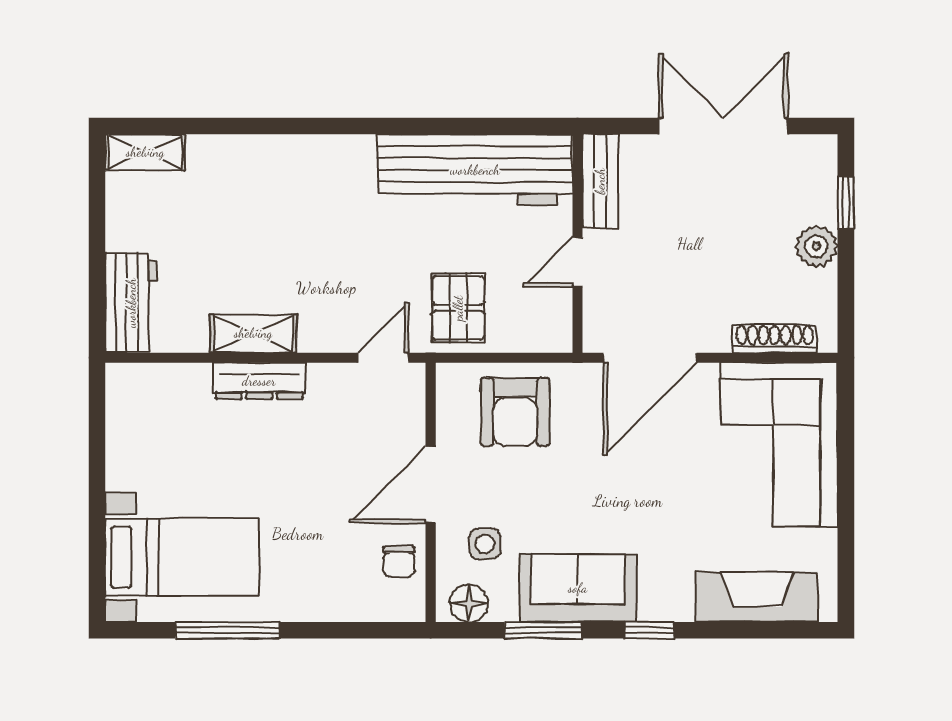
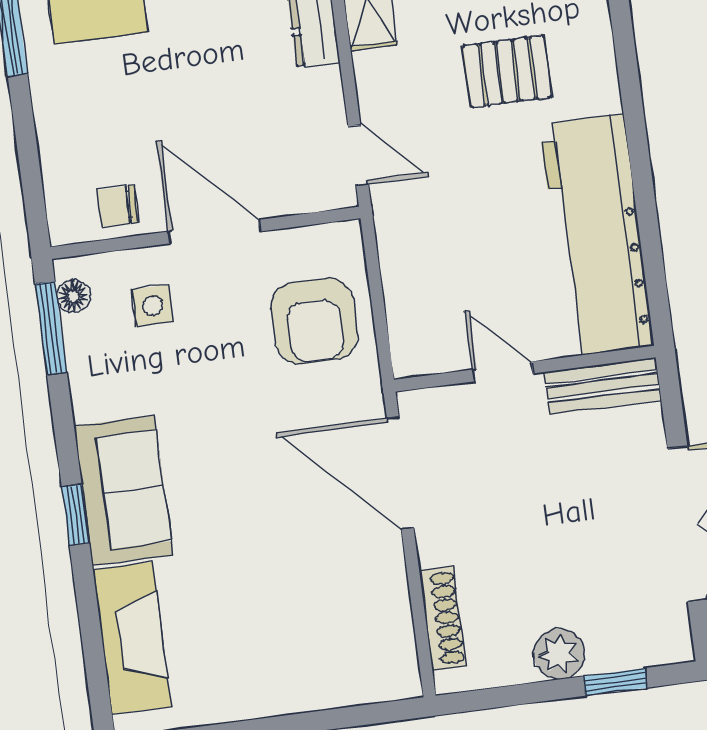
pallet: (458, 308) -> (507, 71), moved
armchair: (515, 412) -> (314, 321), turned -90
corner sofa: (779, 445) -> (317, 640), removed
sofa: (578, 588) -> (123, 491), moved
floor lamp: (469, 603) -> (73, 296), width x0.73, depth x0.73
window: (543, 630) -> (51, 328), moved

